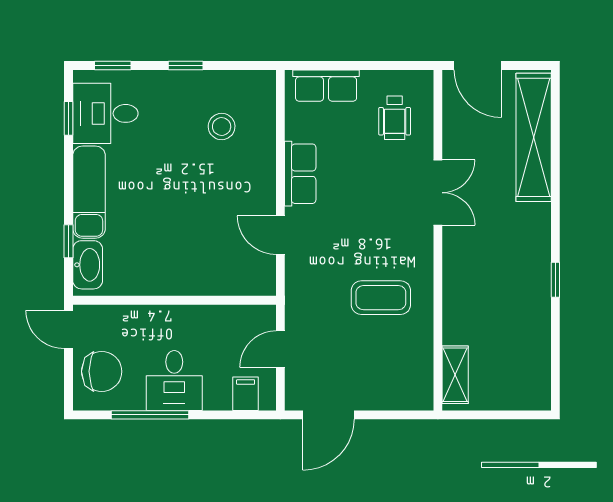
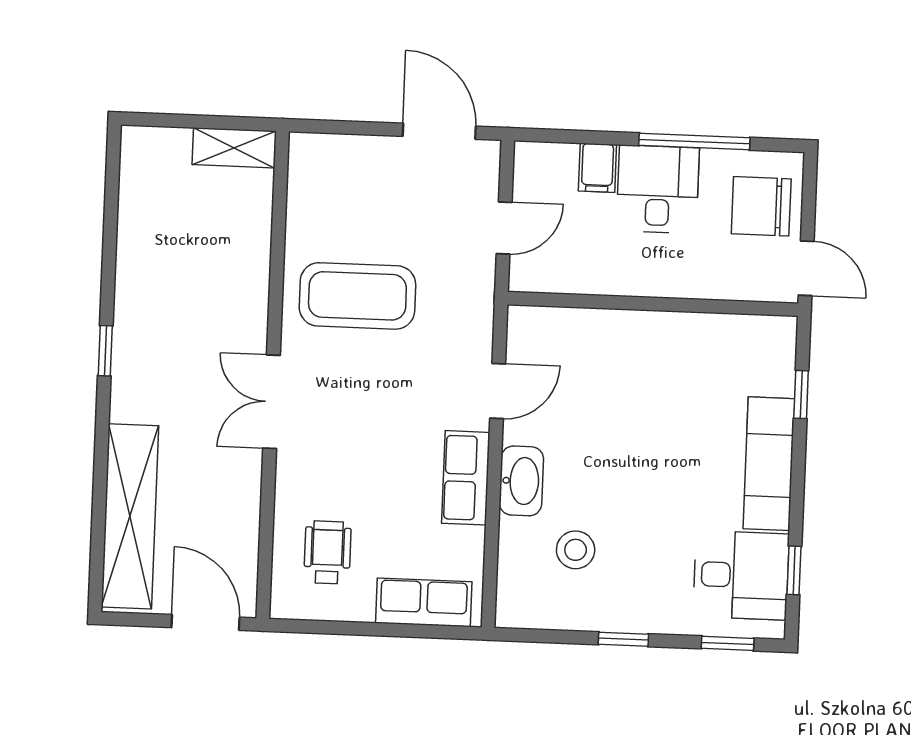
double door: (438, 193) -> (272, 402), moved
door: (280, 235) -> (498, 391), hinge flipped
washbasin: (88, 265) -> (521, 481), moved, turned 180
window: (555, 280) -> (105, 351), moved
coffee table: (381, 298) -> (357, 296), width x1.36, depth x1.32
shelving: (455, 375) -> (234, 148), moved, turned 90
filing cabinet: (246, 394) -> (597, 168), moved
door: (328, 415) -> (439, 131), hinge flipped

